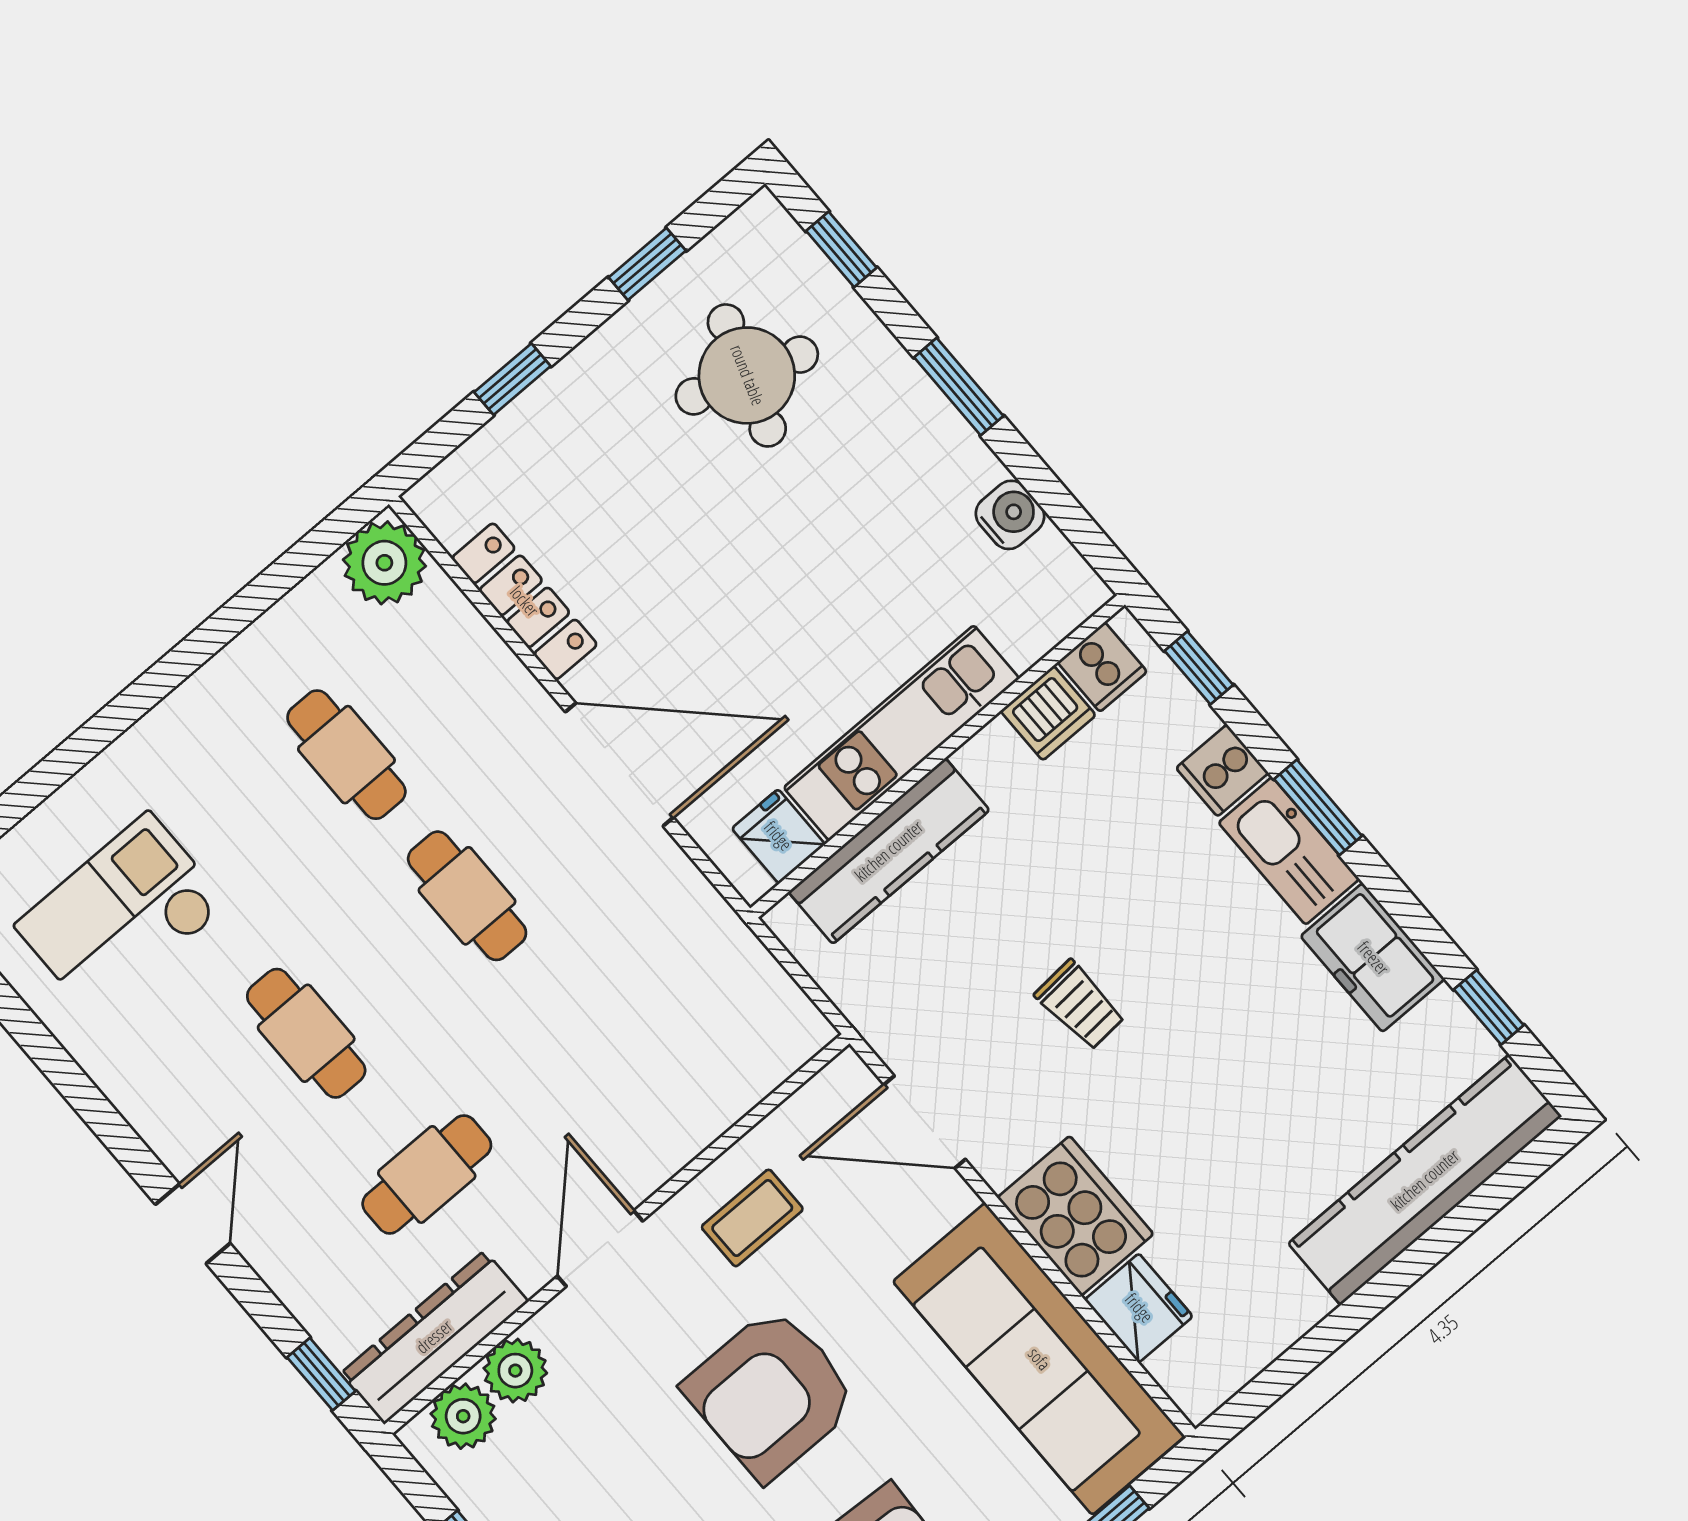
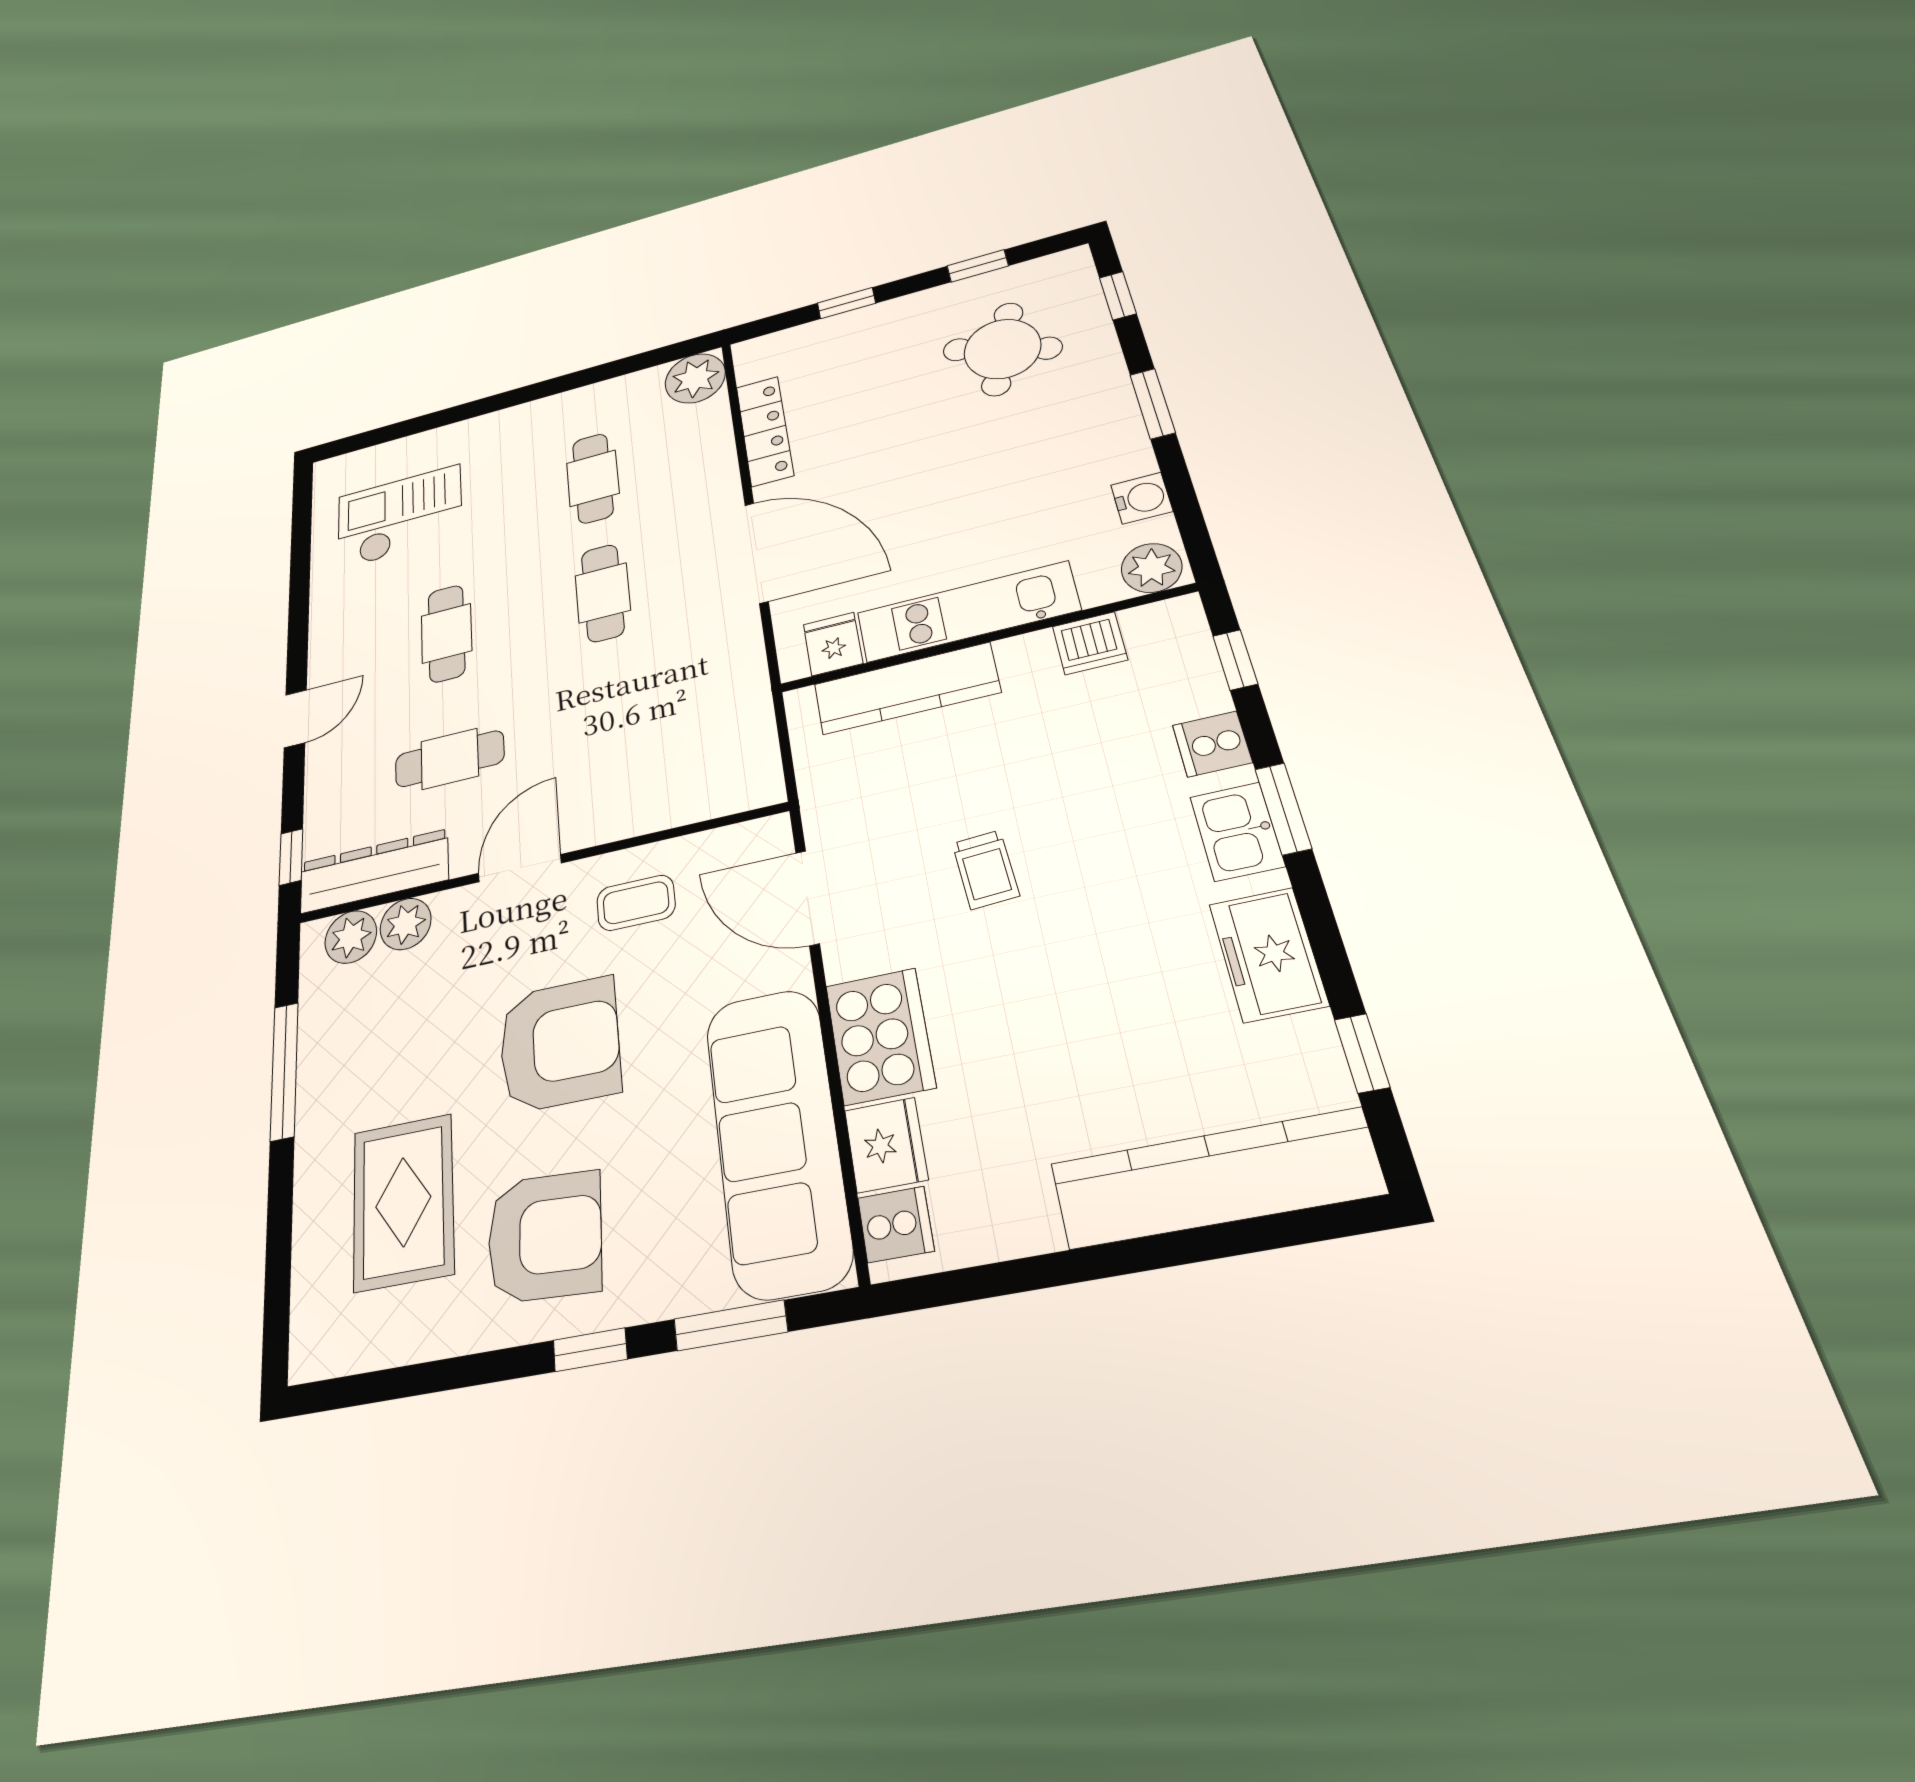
plant: (1064, 597) -> (1152, 568), added
cooker: (1102, 667) -> (896, 1224), moved, turned -90
kitchen sink: (1289, 851) -> (1237, 831), width x0.73
armchair: (771, 1394) -> (559, 1044), turned 180

